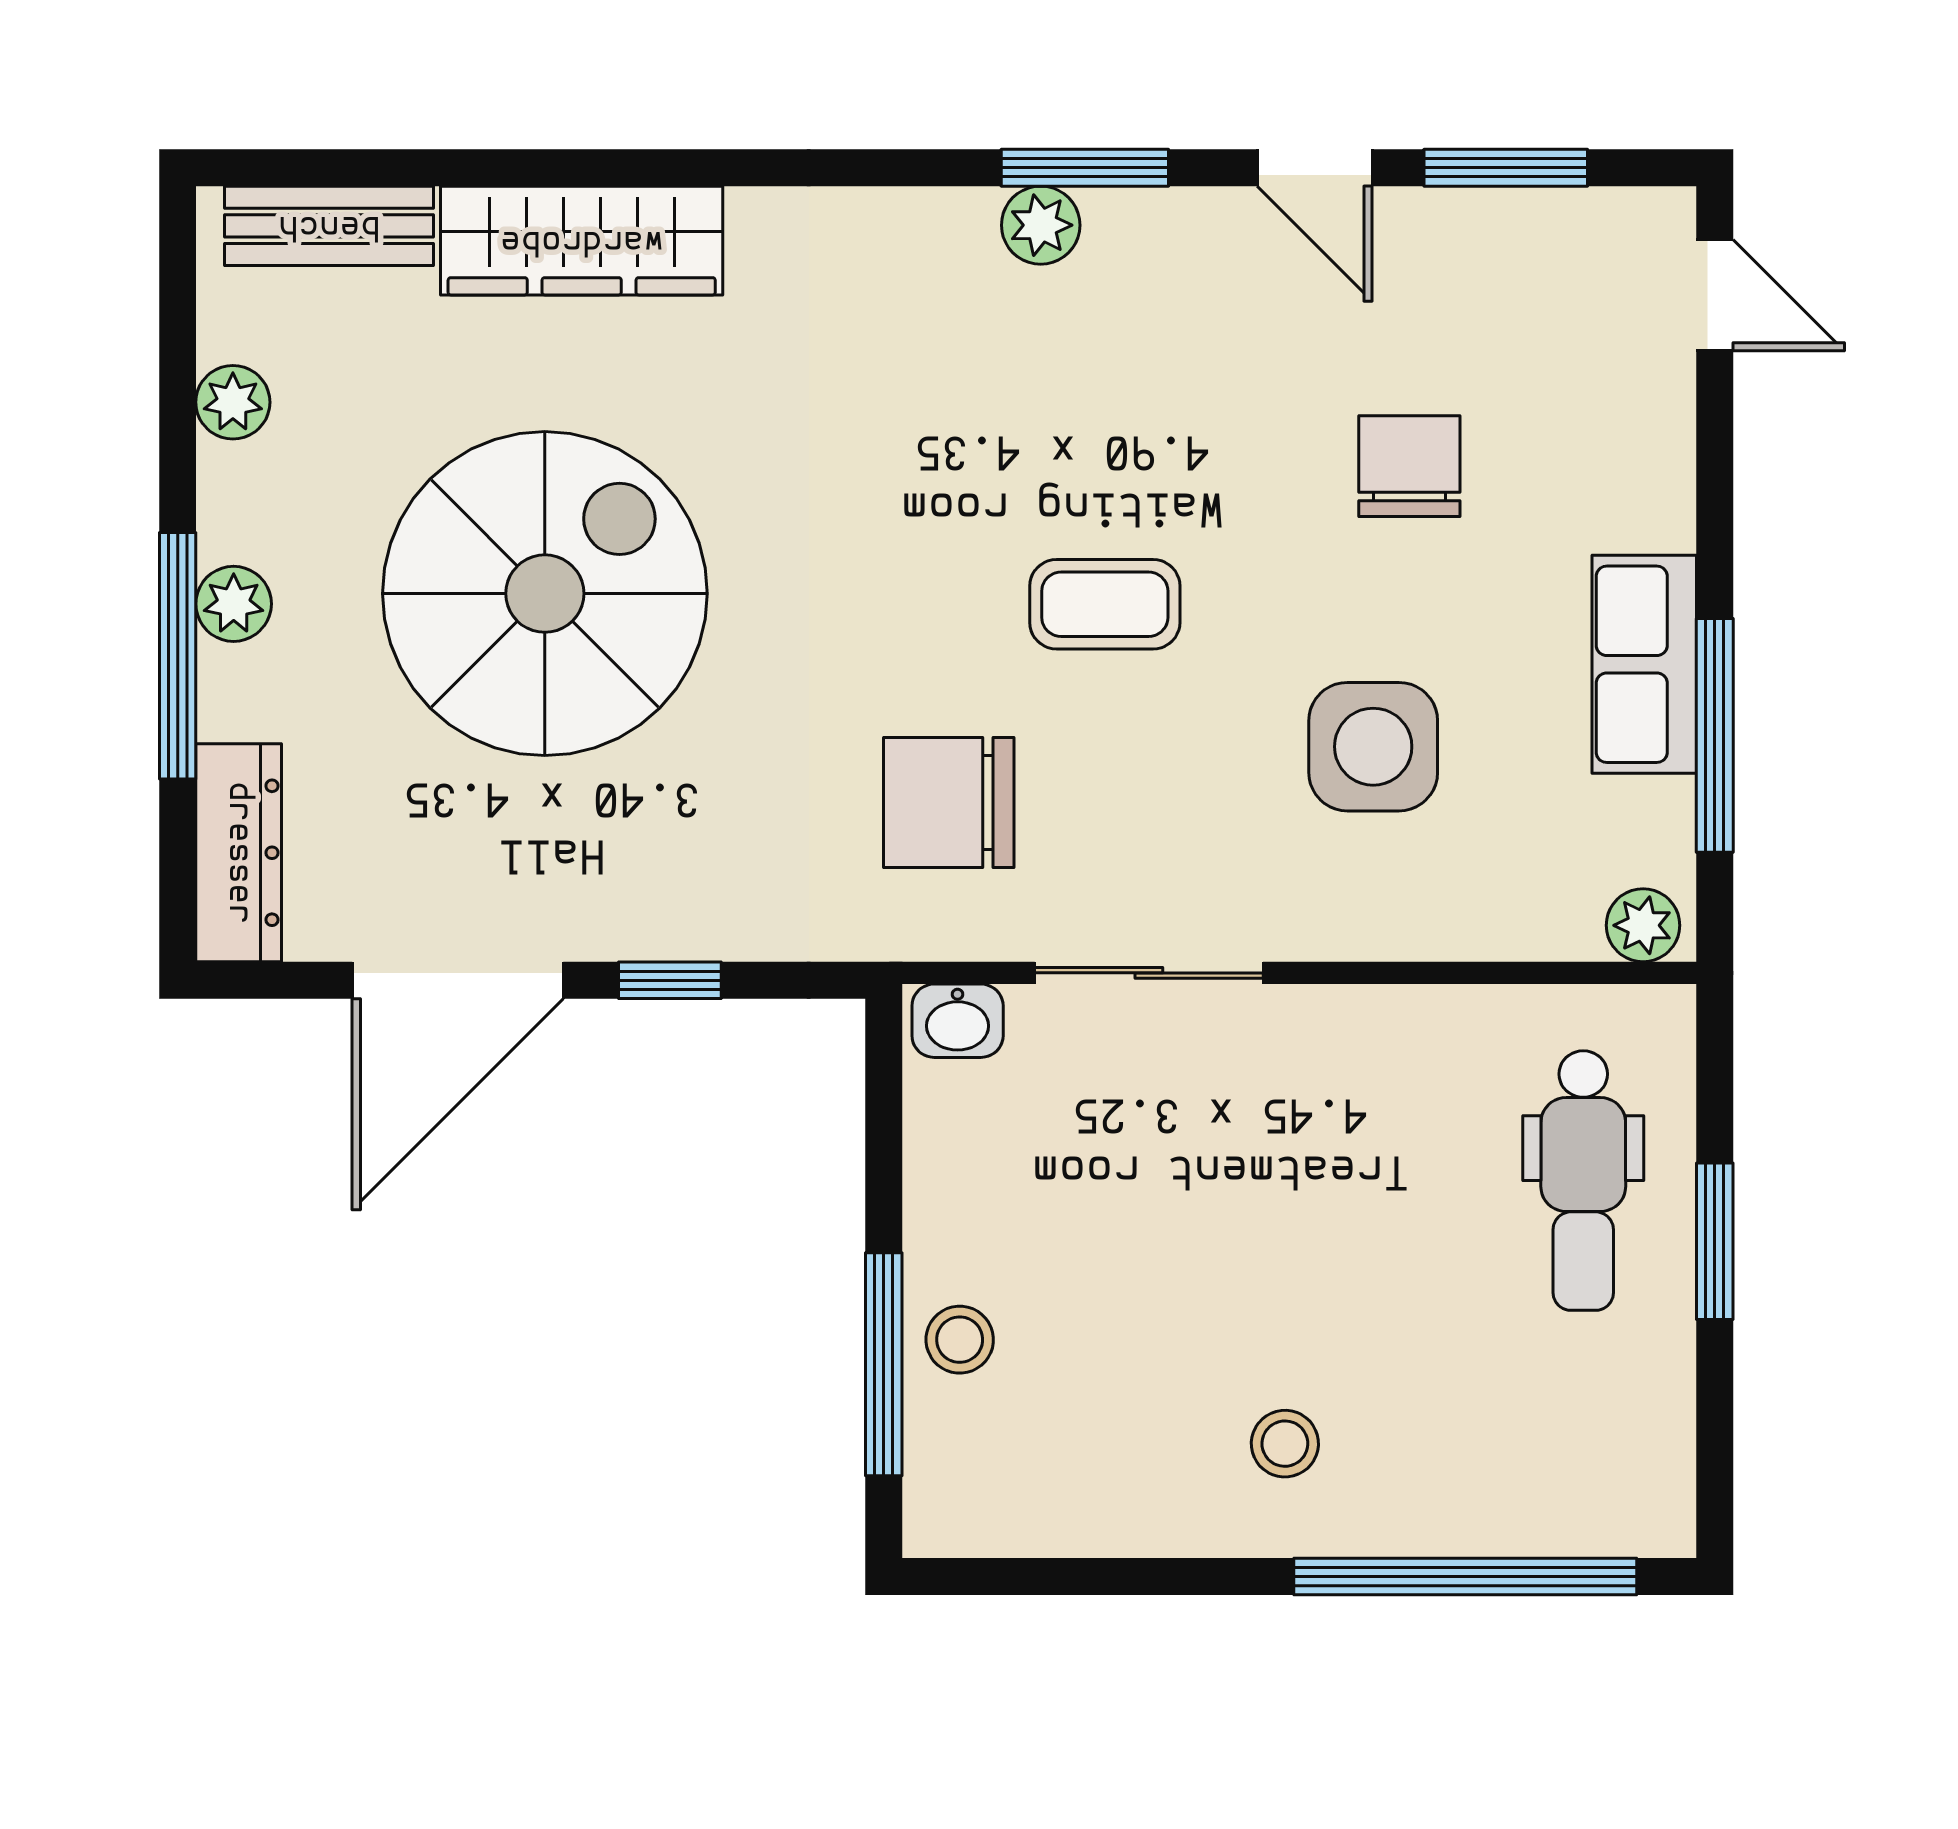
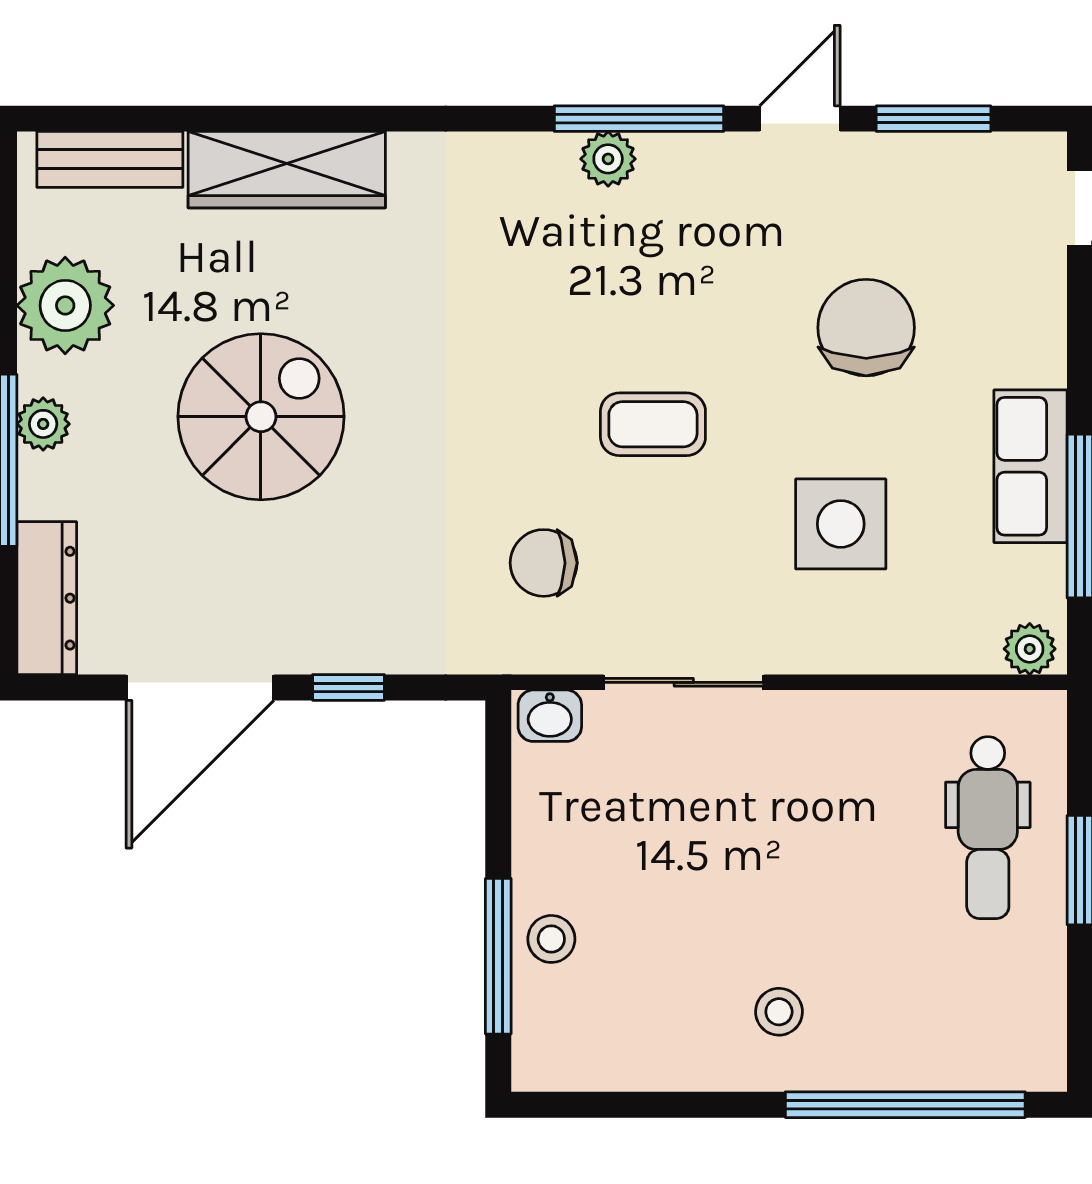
window: (1085, 168) -> (639, 119), width x1.44
door: (1315, 168) -> (800, 119), swing flipped
plant: (233, 402) -> (65, 305), width x1.88, depth x1.88
chair: (1409, 466) -> (866, 328), width x1.37, depth x1.37
spiral stairs: (545, 594) -> (261, 417), width x0.73, depth x0.73
chair: (949, 802) -> (544, 563), width x0.73, depth x0.73

